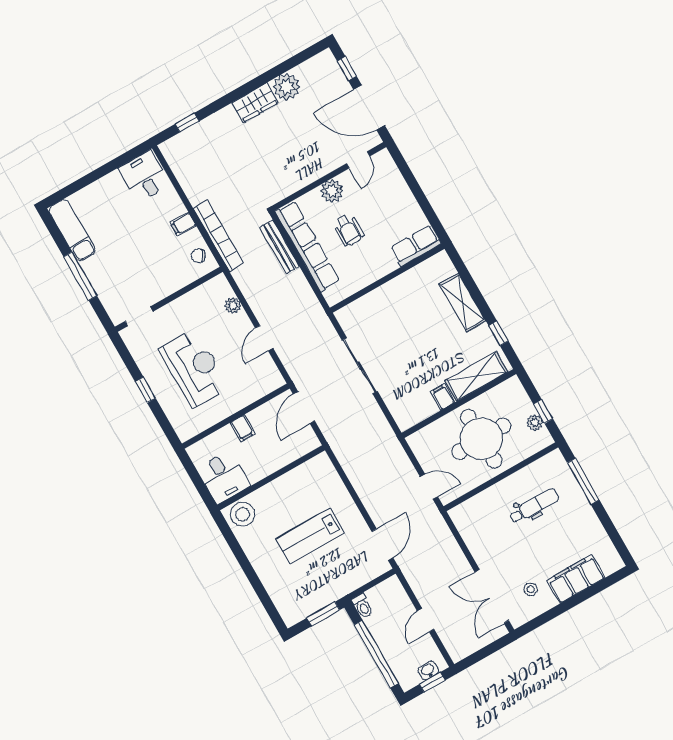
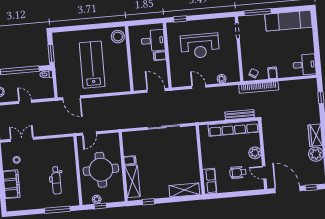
door: (369, 107) -> (287, 190), hinge flipped
exam couch: (72, 230) -> (289, 21), width x1.36, depth x1.45
wheelchair: (348, 230) -> (238, 172), moved
window: (80, 276) -> (258, 12), moved
shelving: (463, 303) -> (184, 190), moved
window: (145, 390) -> (180, 19), moved
desk: (224, 477) -> (153, 41), moved, turned 180
lab bench: (310, 536) -> (92, 65), width x1.36, depth x1.39
double door: (492, 596) -> (22, 139), width x0.73

